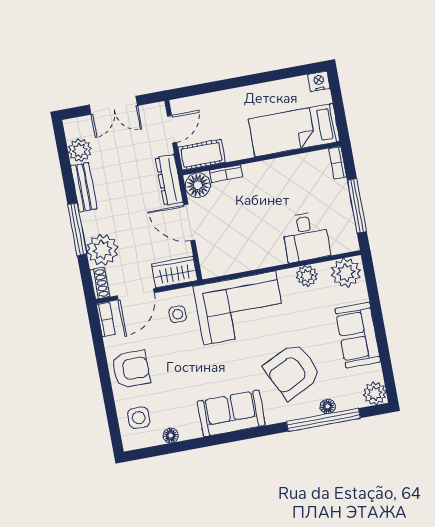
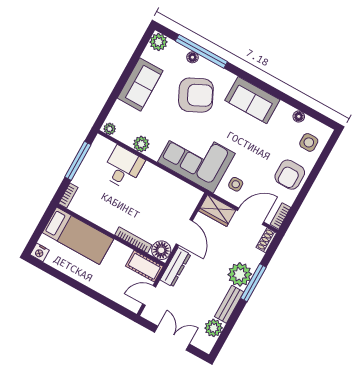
bookcase: (226, 174) -> (133, 240), width x1.56
plant: (102, 250) -> (240, 274), moved
plant: (346, 273) -> (110, 129), width x0.53, depth x0.53
armchair: (131, 369) -> (290, 175), turned -90

